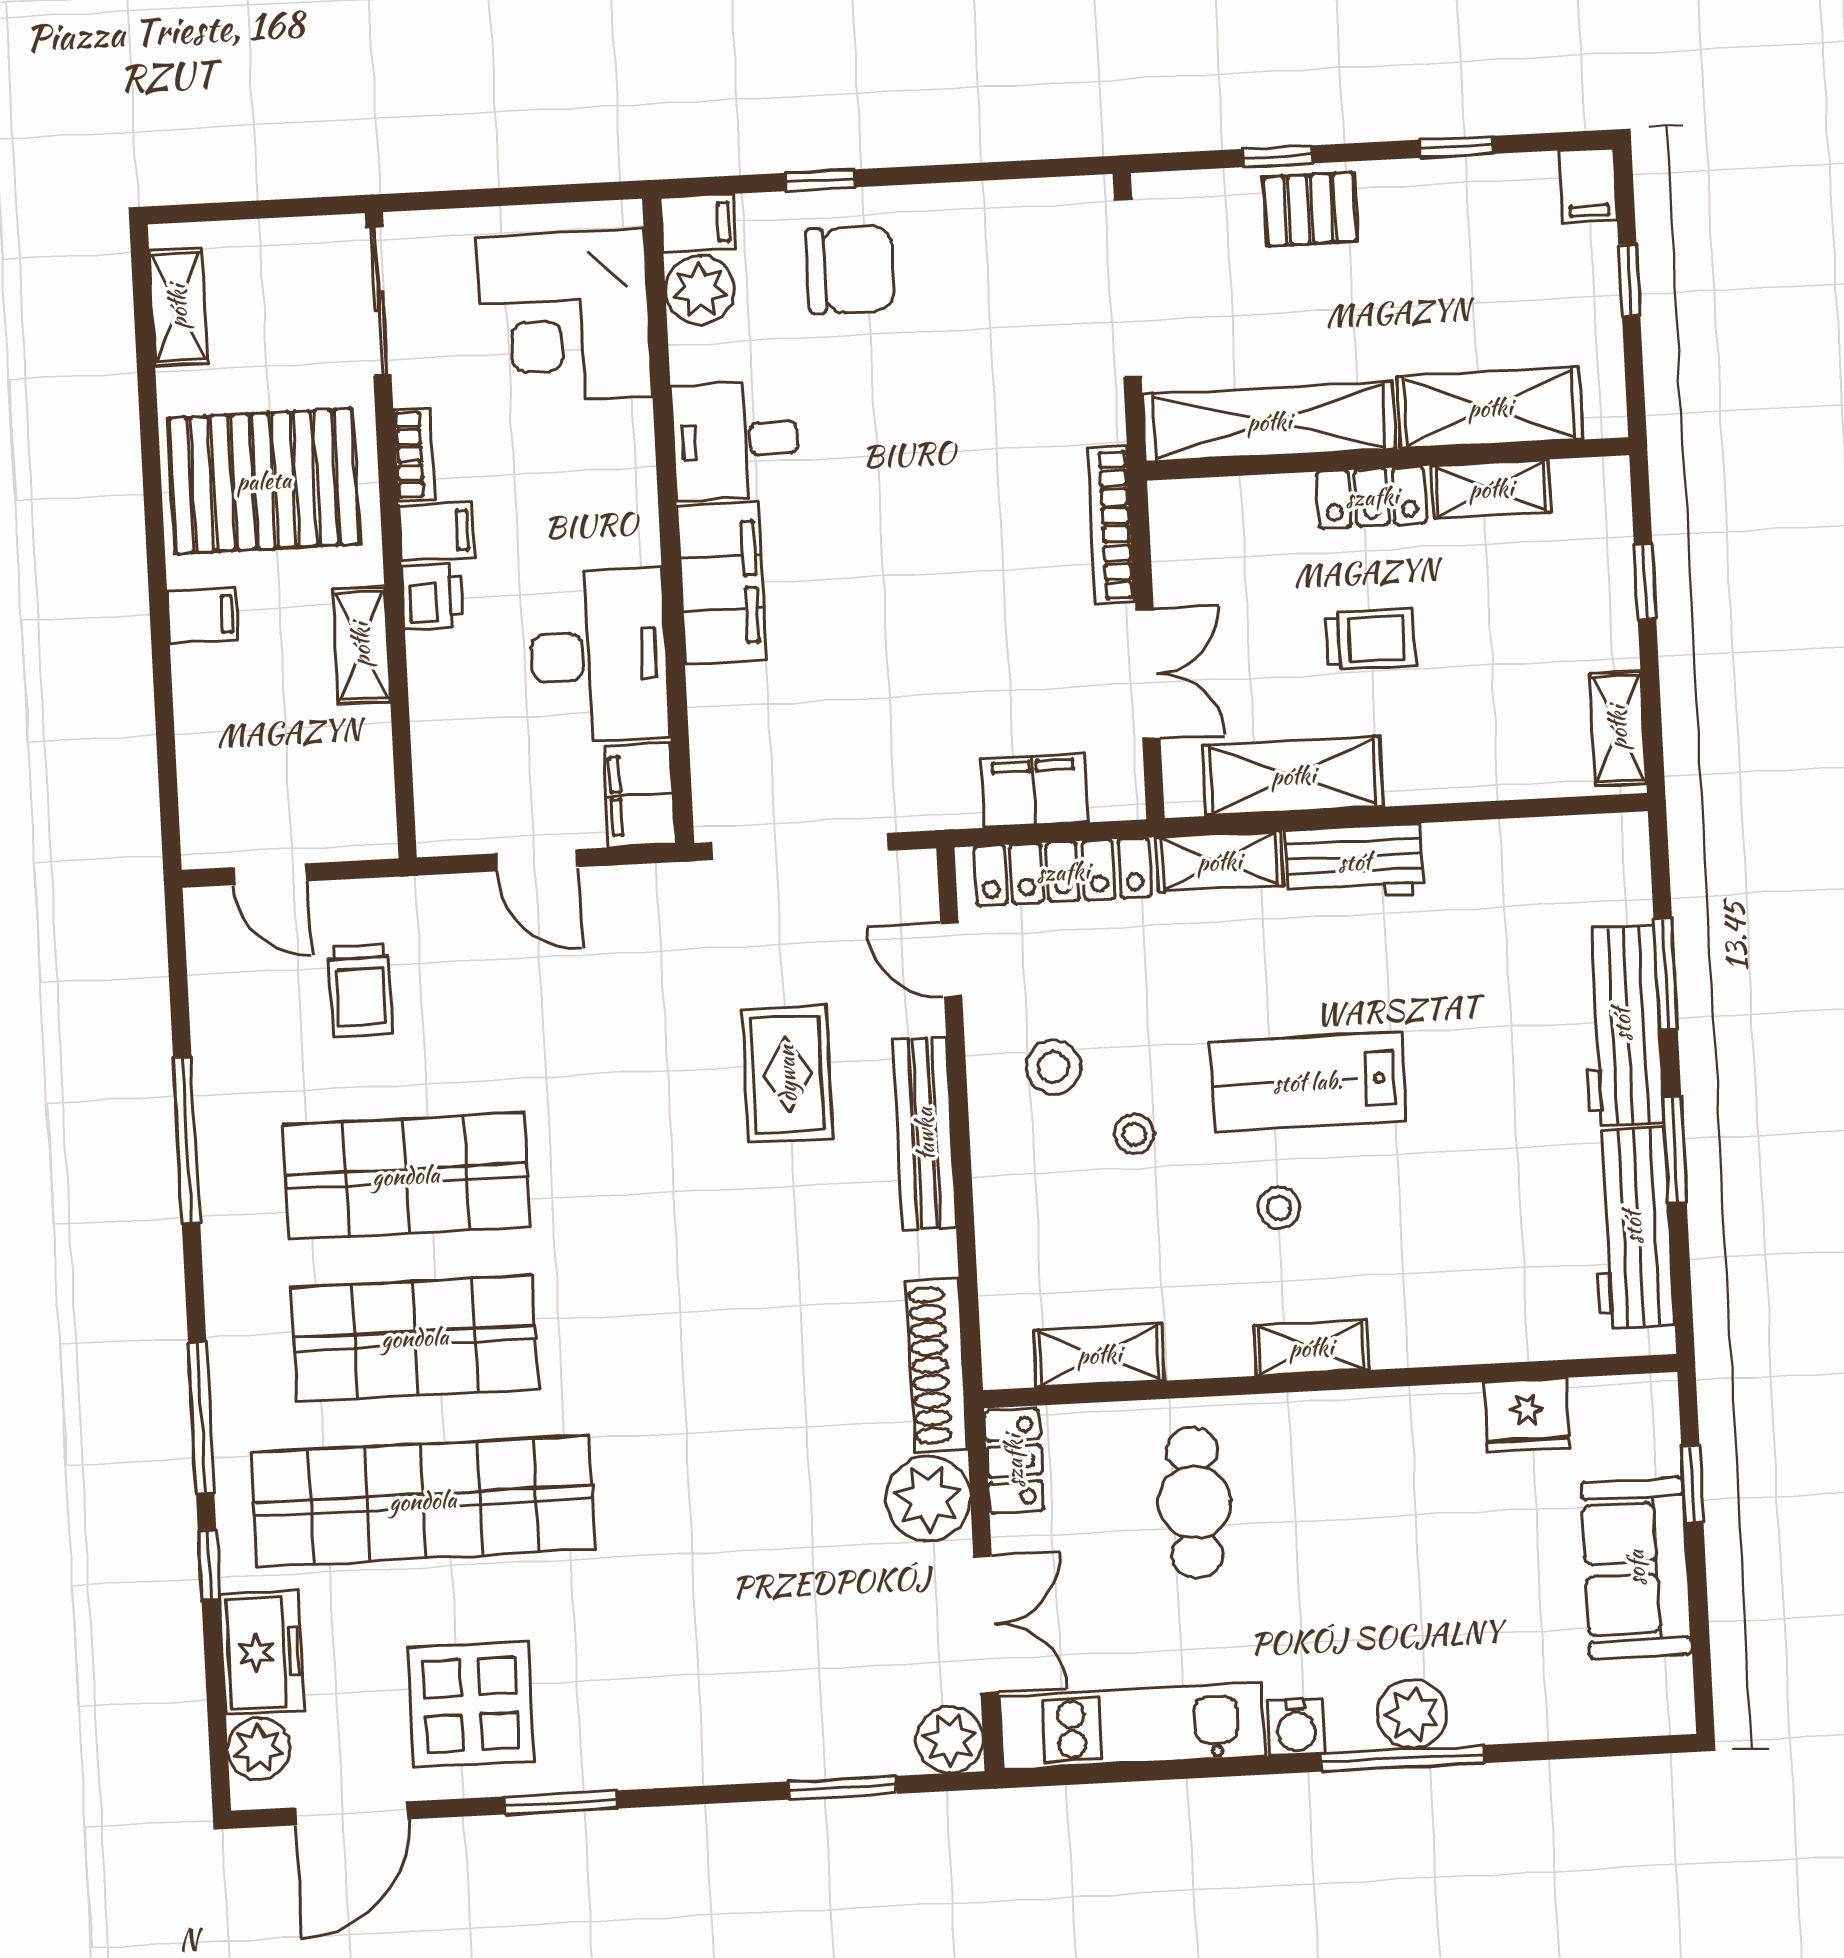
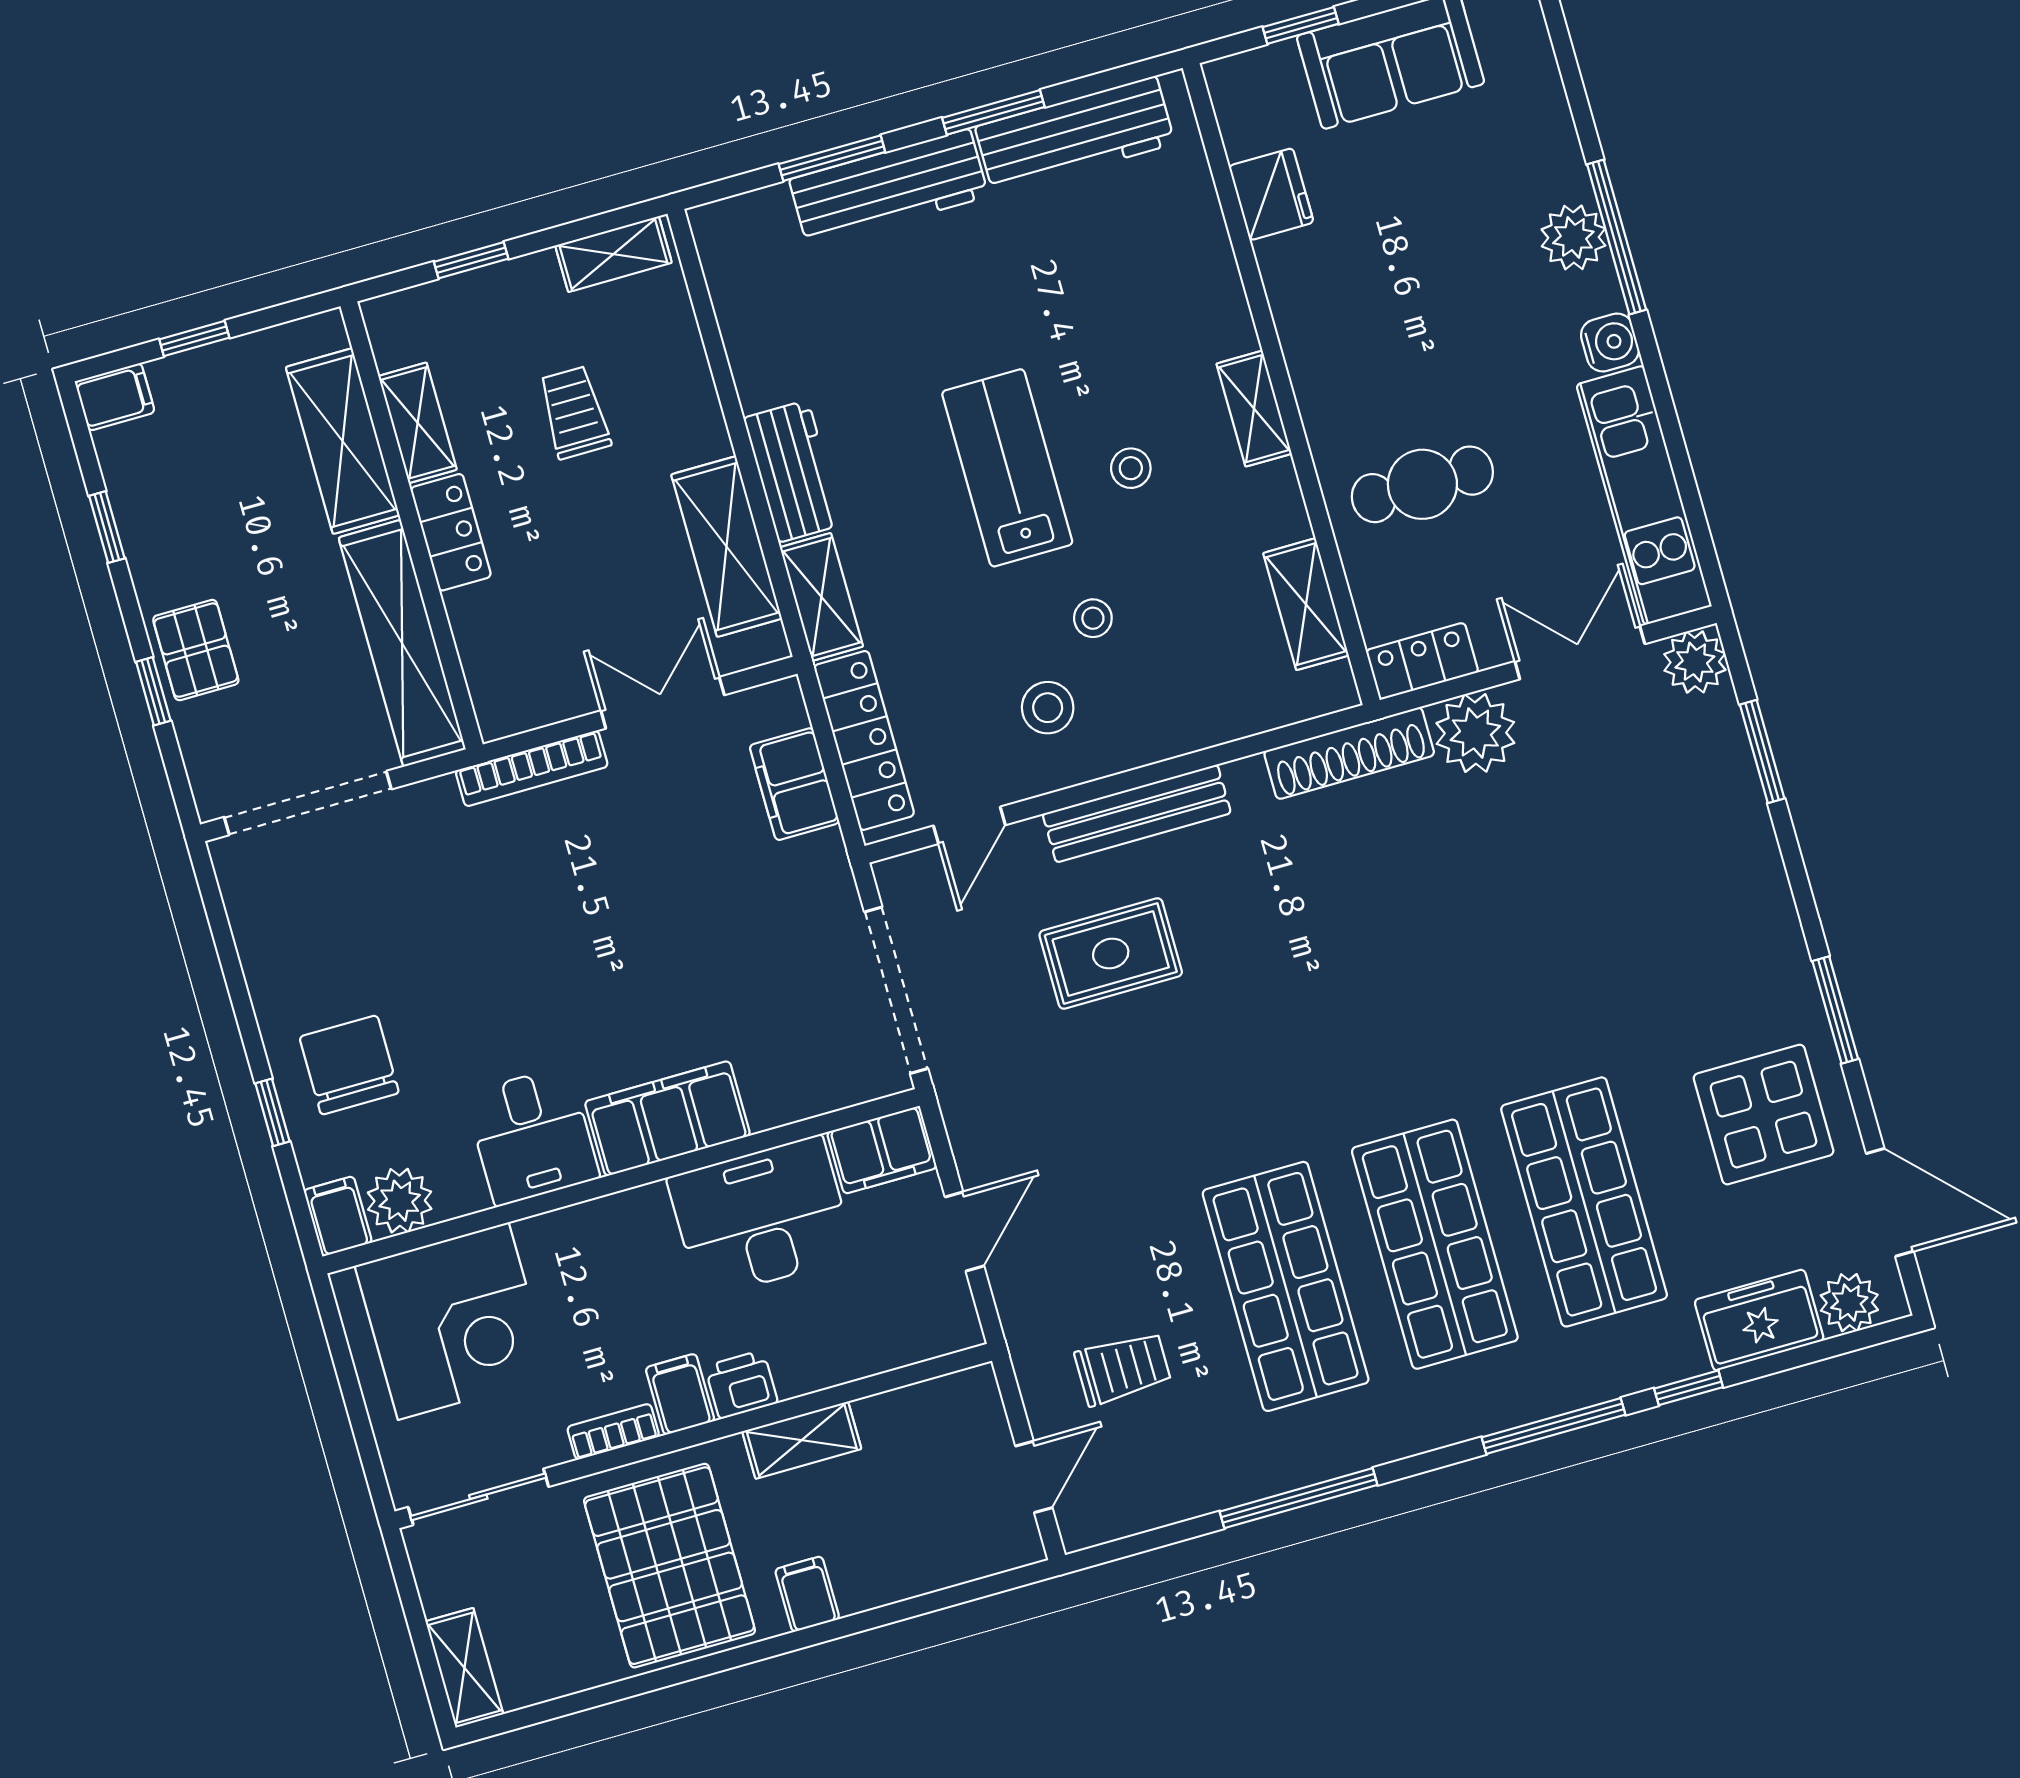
shelving: (178, 307) -> (464, 1668), moved, turned 90
trolley: (1370, 639) -> (574, 413), moved
lab bench: (1308, 1082) -> (1007, 468), turned 180
shop shelf: (423, 1501) -> (1584, 1202), width x0.71

